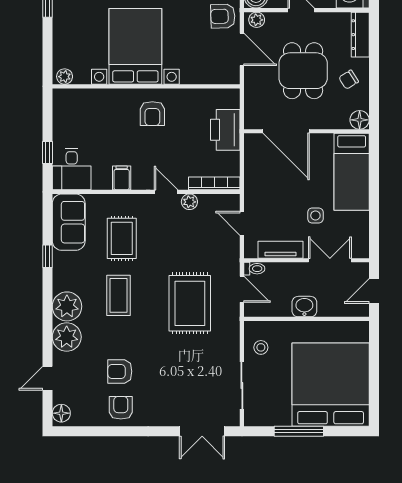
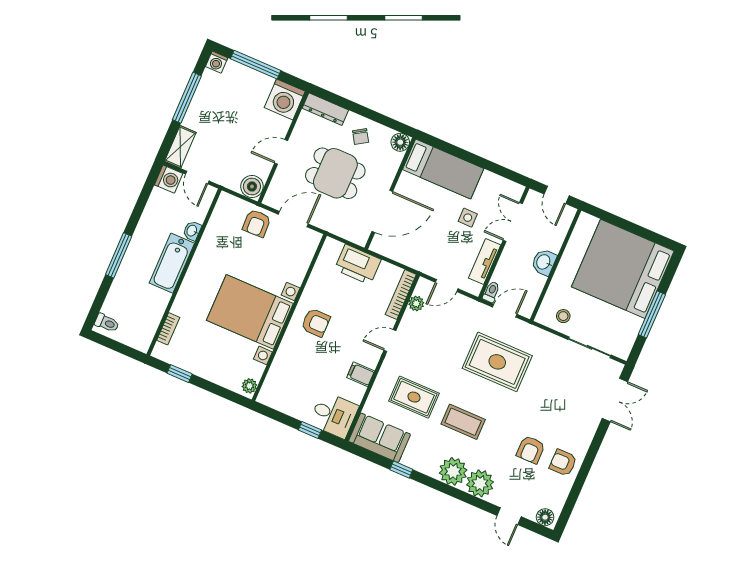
plant: (257, 20) -> (273, 195), removed
plant: (189, 202) -> (416, 303), moved

